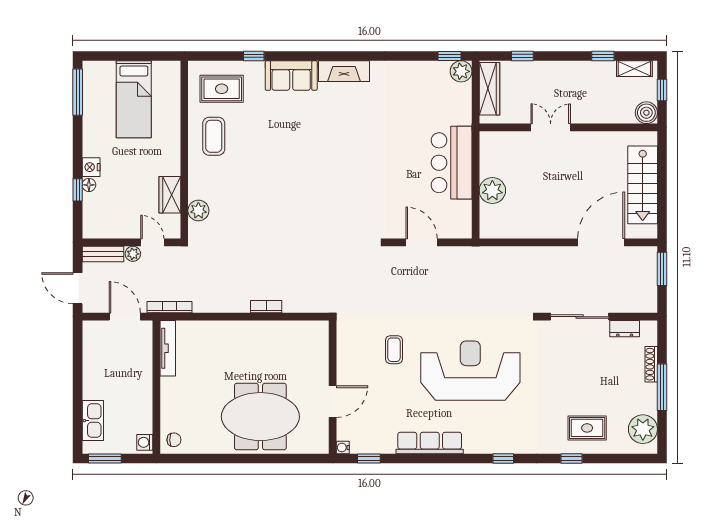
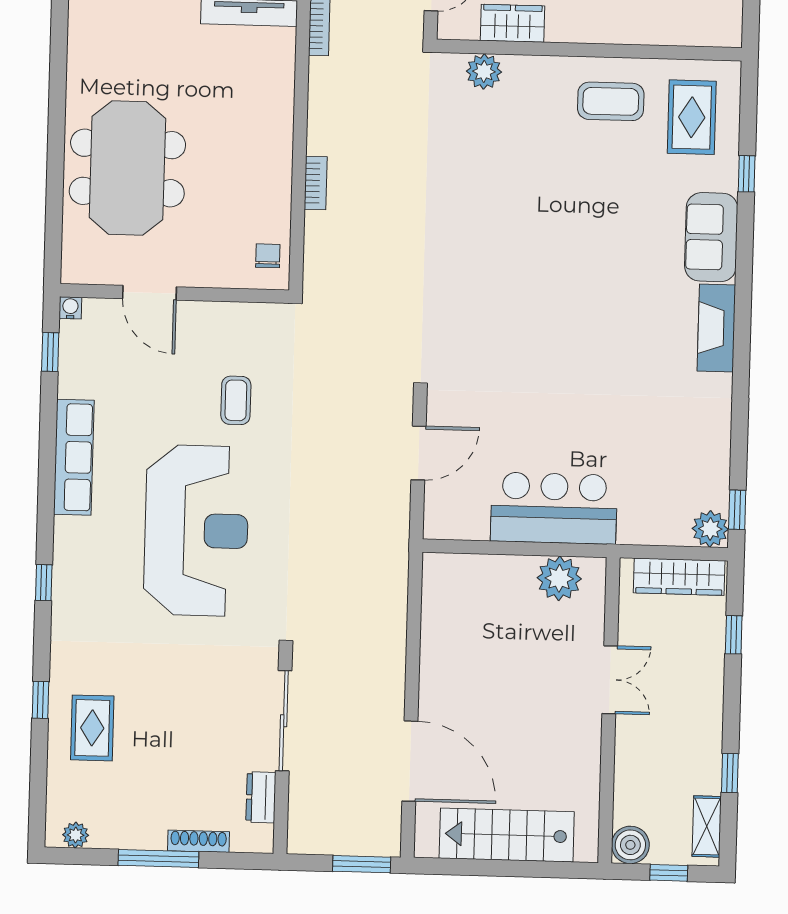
plant: (492, 191) -> (559, 578), moved
coffee table: (394, 350) -> (236, 400), turned 90
plant: (643, 429) -> (76, 835), width x0.53, depth x0.53
chair: (174, 440) -> (268, 256), moved, turned 180

